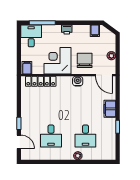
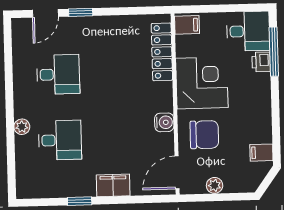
printer: (67, 29) -> (261, 62), moved
desk: (51, 136) -> (58, 74), turned 180
desk: (85, 136) -> (60, 140), turned 180

